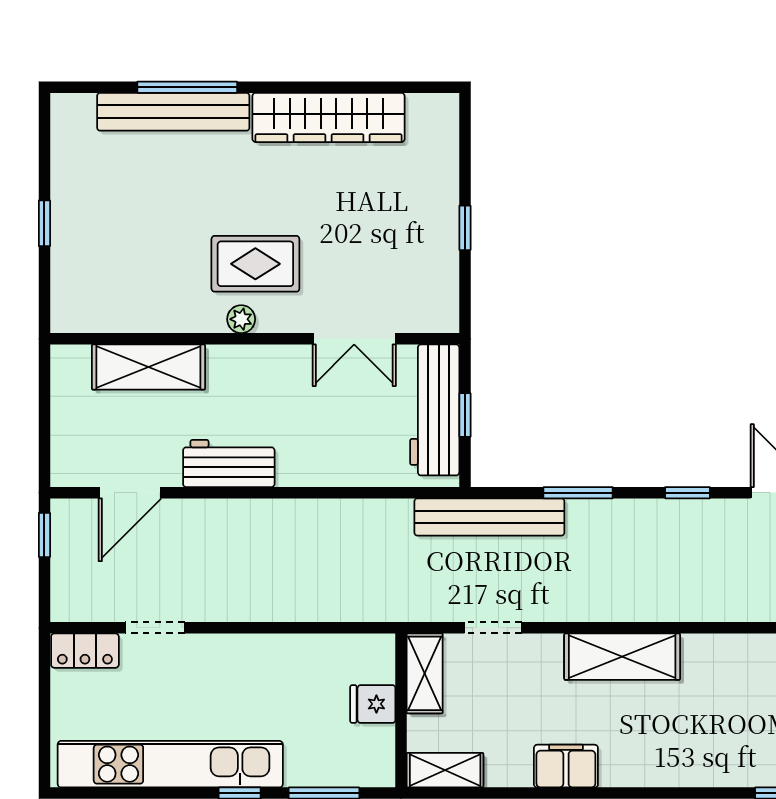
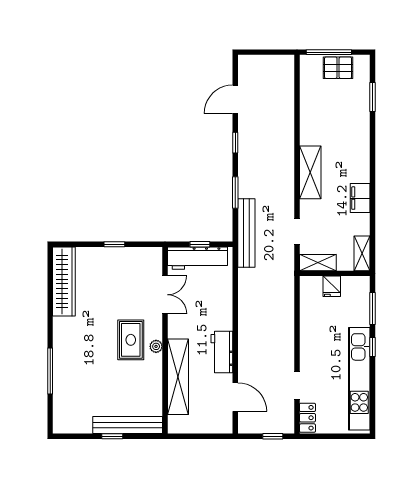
bench: (173, 112) -> (128, 425), moved, turned 90
wardrobe: (329, 117) -> (64, 282), moved
shelving: (148, 367) -> (178, 377), width x1.47
window: (44, 535) -> (273, 436), moved

